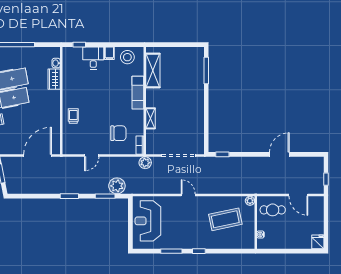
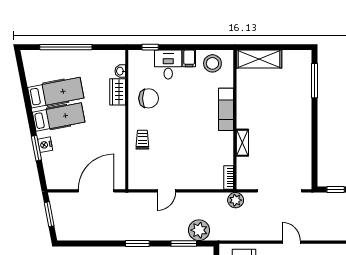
shelving: (153, 70) -> (259, 59), moved, turned 90
chair: (118, 133) -> (149, 98), moved

